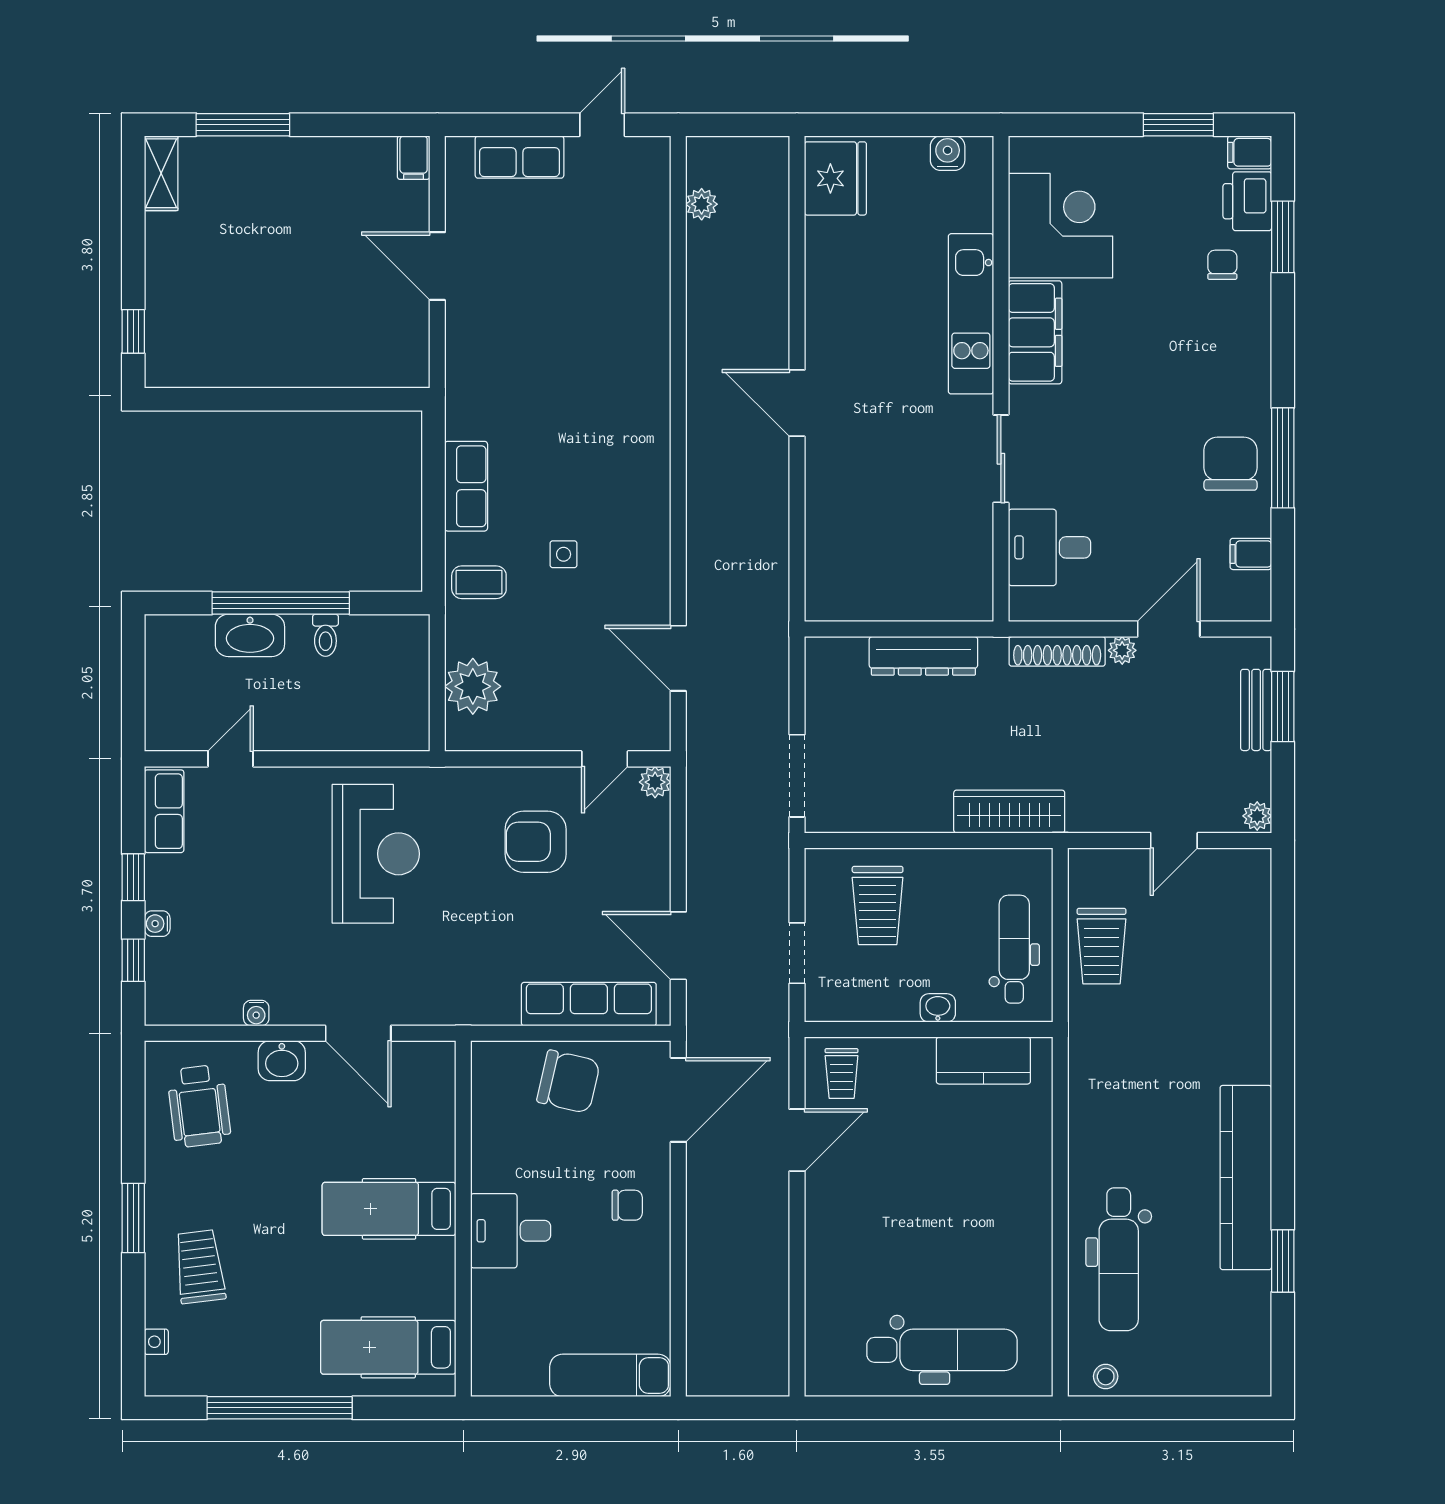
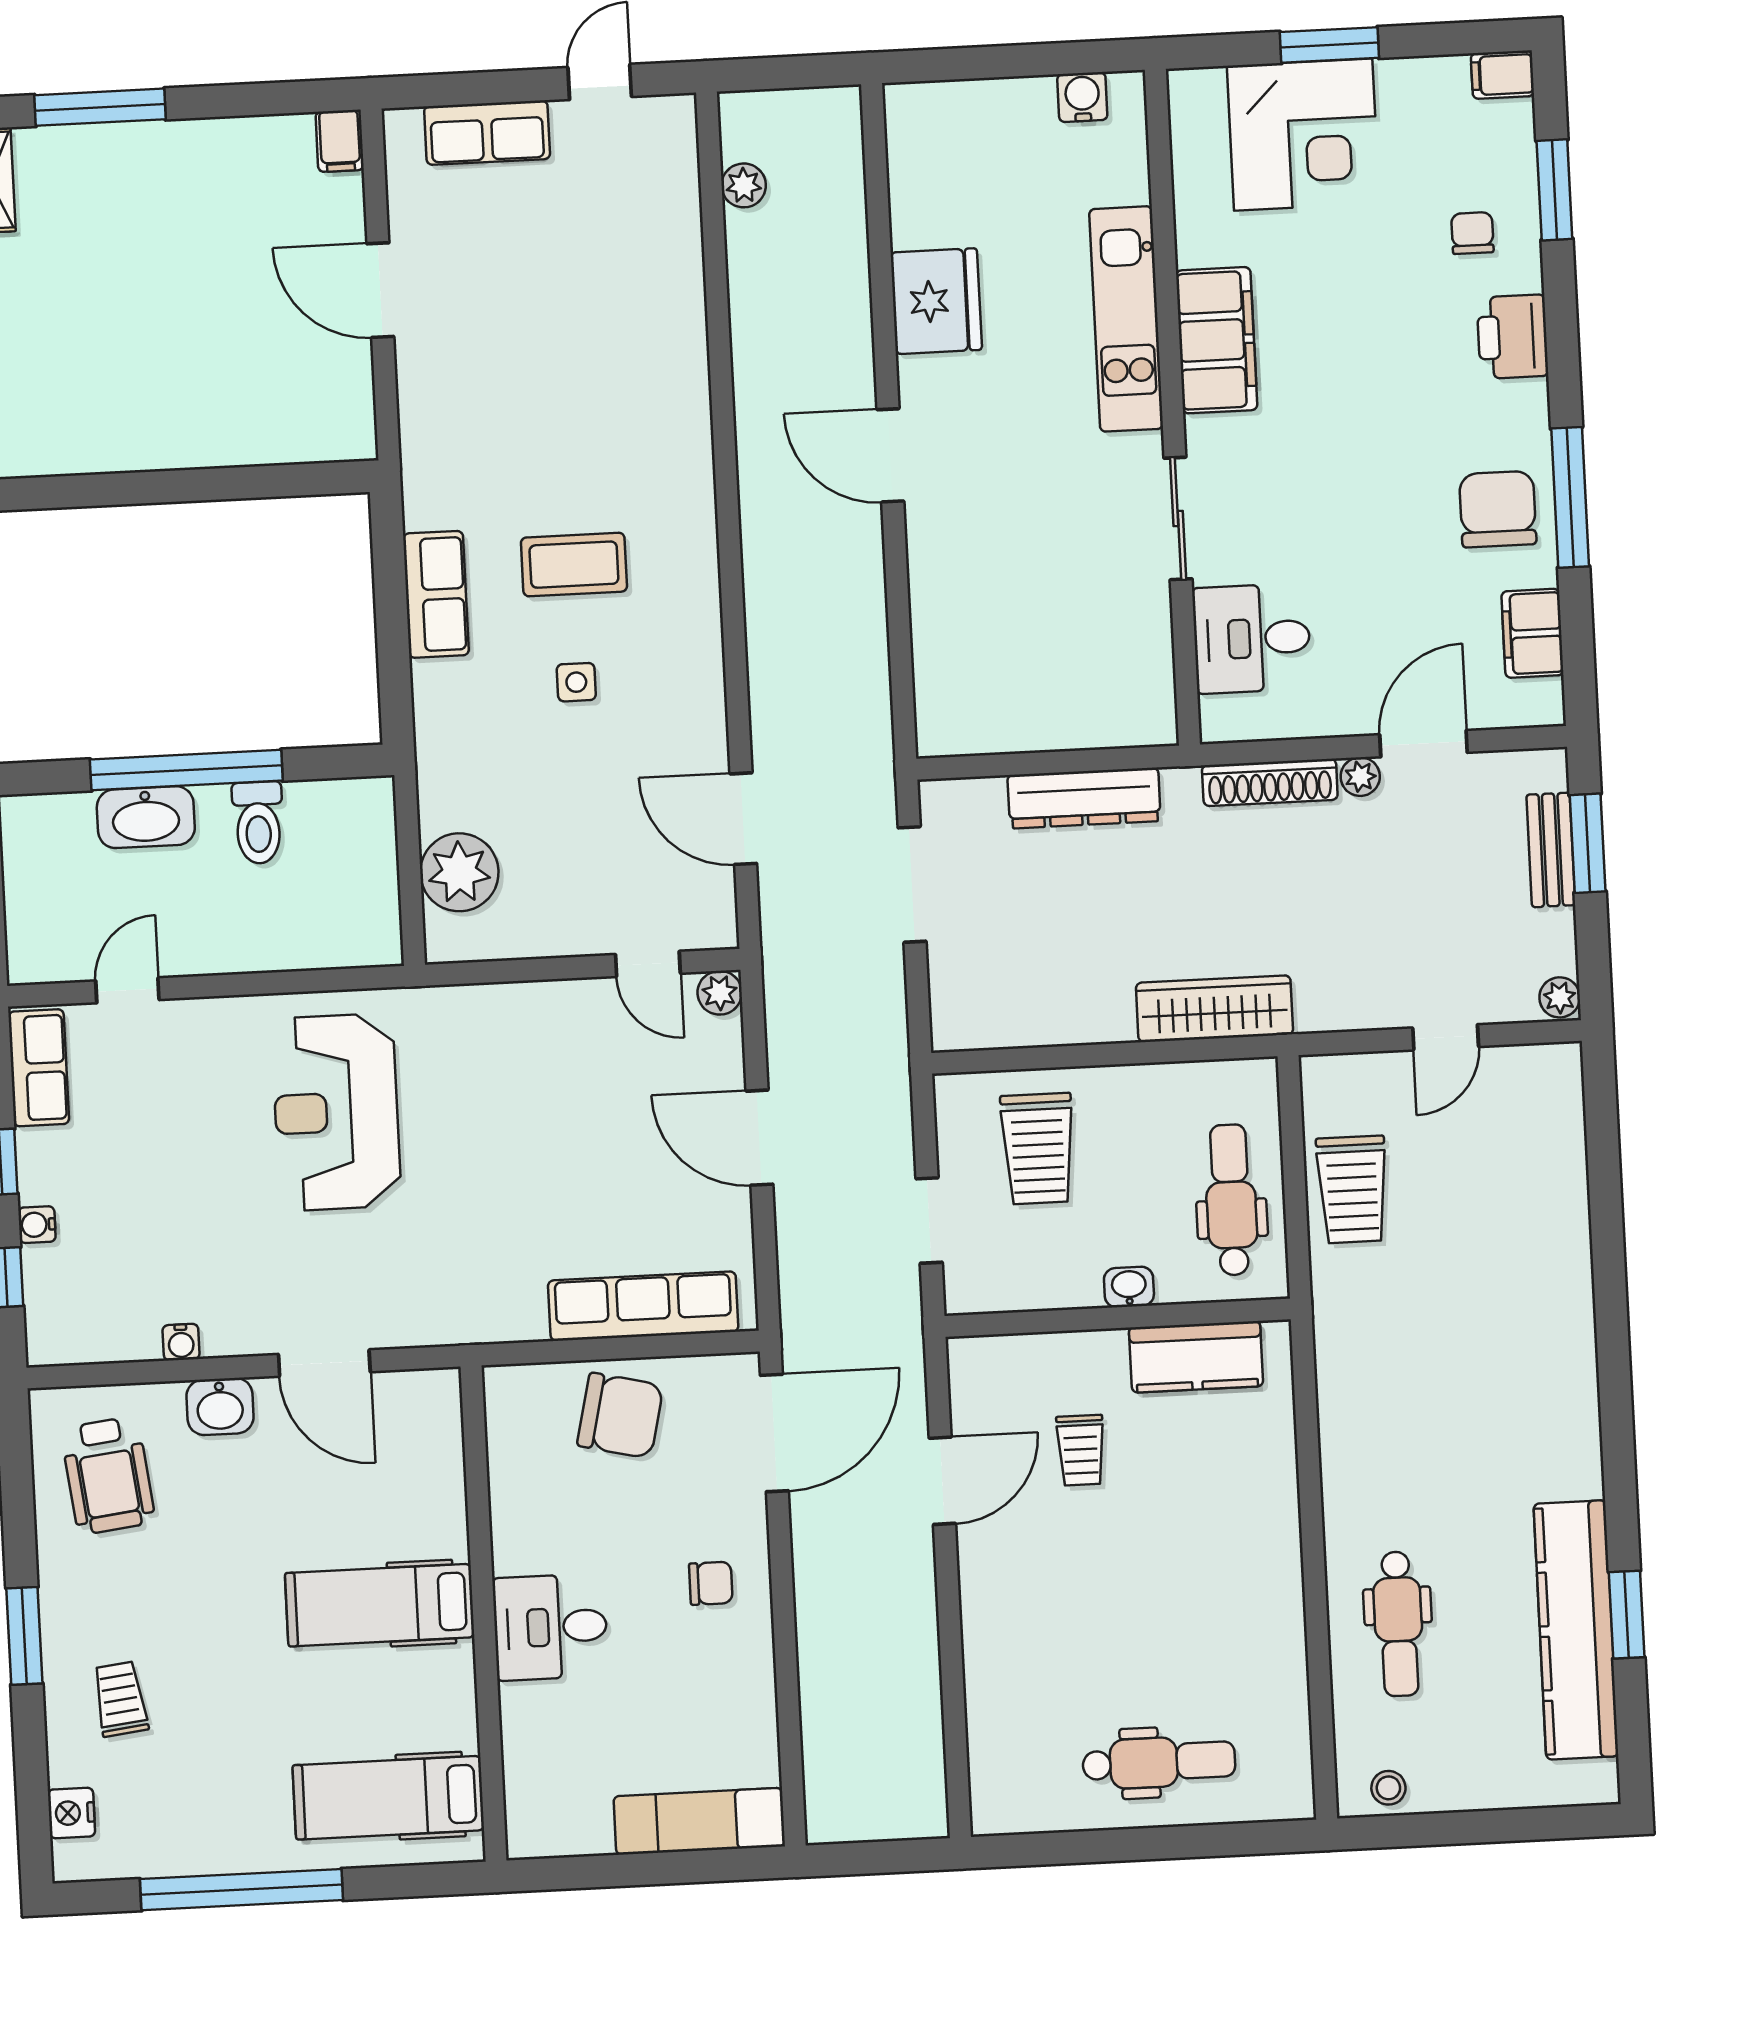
window: (1178, 125) -> (1329, 45), moved
fridge: (835, 178) -> (936, 301), moved
printer: (1247, 201) -> (1512, 337), moved
corner desk: (1061, 226) -> (1303, 135), moved, turned 90
filing cabinet: (1251, 554) -> (1532, 633), width x2.00
coffee table: (479, 582) -> (574, 565), moved, width x1.36, depth x1.30
toilet: (325, 635) -> (258, 823), width x1.37, depth x1.39
door: (605, 759) -> (648, 964), hinge flipped
doorway: (797, 776) -> (912, 885), moved
armchair: (536, 842) -> (558, 1084), removed
reception desk: (376, 854) -> (336, 1112), turned 180
door: (678, 946) -> (759, 1138), moved
trolley: (842, 1074) -> (1081, 1450), moved
kitchen counter: (1246, 1178) -> (1576, 1630), moved
dental chair: (1119, 1259) -> (1398, 1624), width x0.73, depth x0.72
trolley: (200, 1267) -> (120, 1699), width x0.73, depth x0.72
nightstand: (156, 1342) -> (71, 1813), width x1.39, depth x1.35
dental chair: (942, 1350) -> (1159, 1762), width x0.73, depth x0.72

